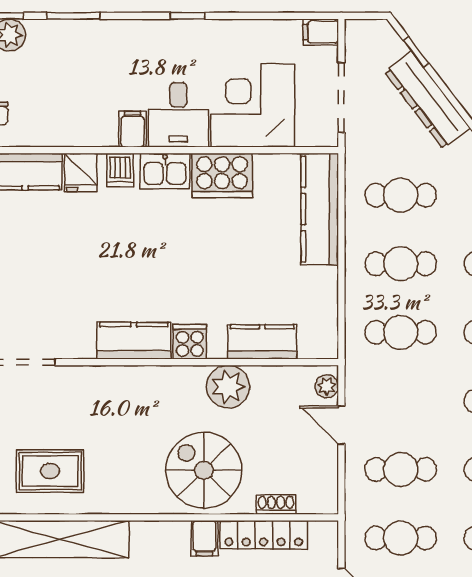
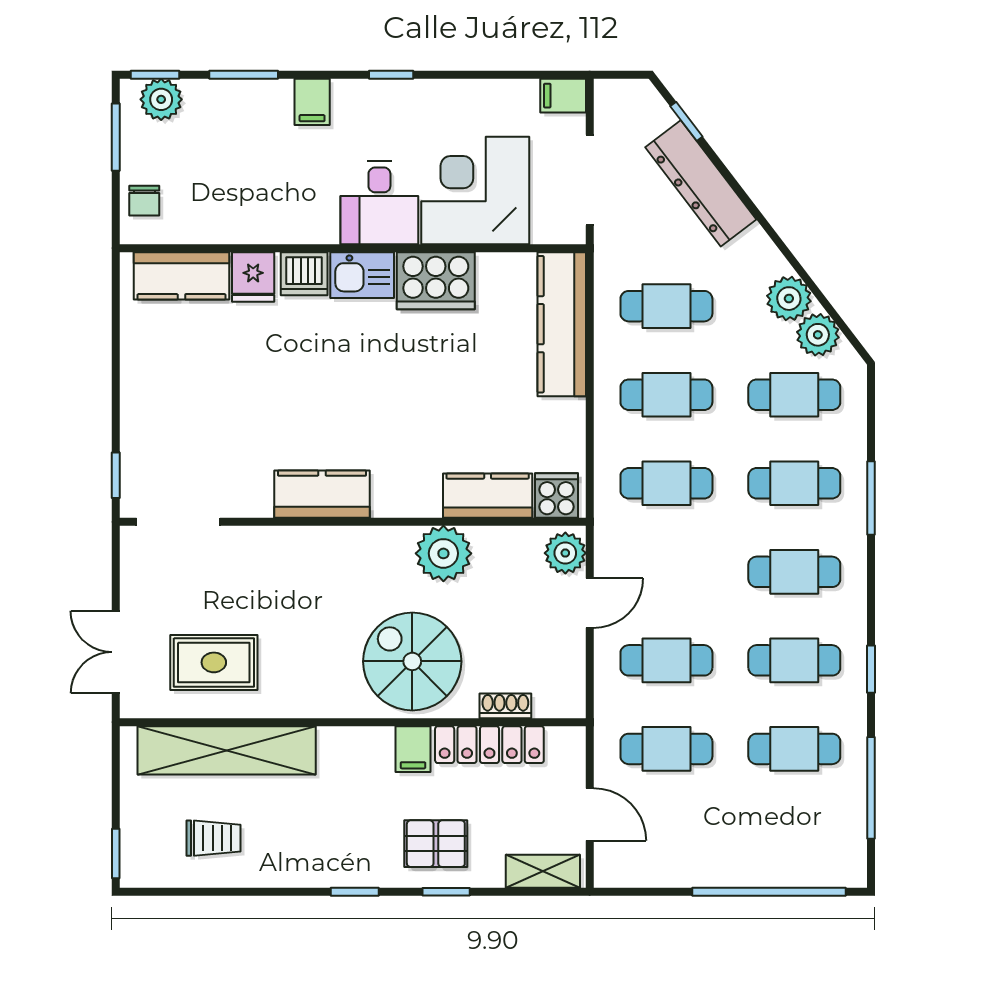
filing cabinet: (132, 129) -> (312, 102), moved, turned 180
dishwasher: (120, 170) -> (304, 274), width x1.38
cooker: (190, 342) -> (557, 495), moved
plant: (327, 386) -> (565, 553), width x1.38, depth x1.38
door: (341, 425) -> (590, 603), swing flipped

